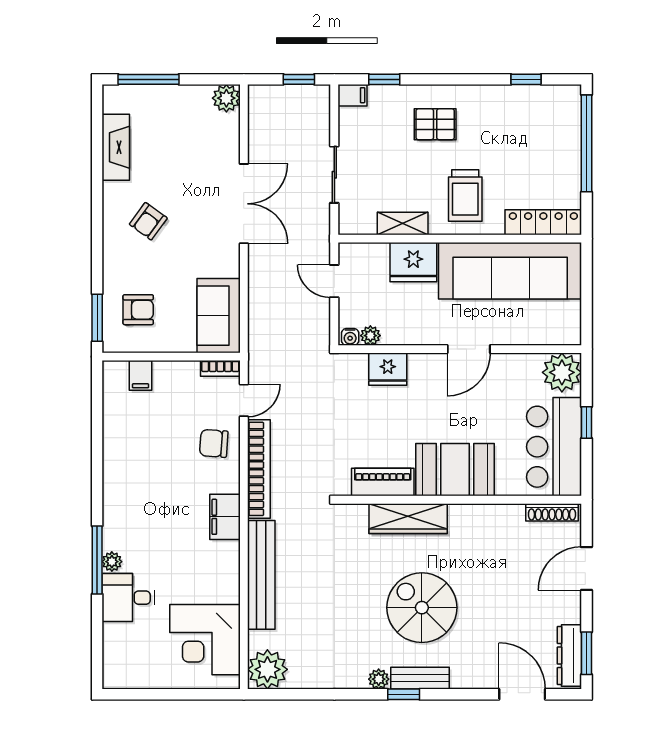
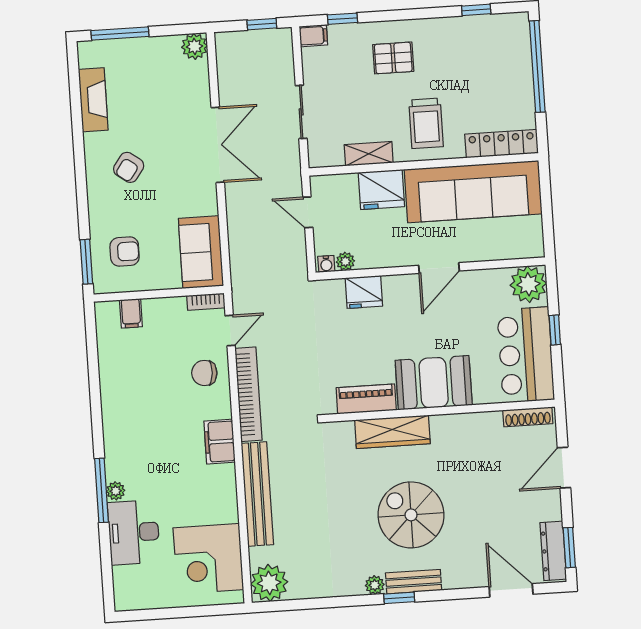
desk: (128, 598) -> (134, 532), width x1.37

